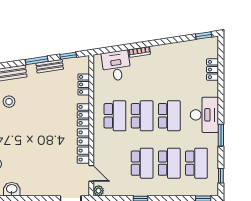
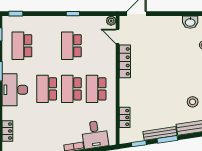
bench: (50, 66) -> (160, 133), width x1.36
locker: (83, 115) -> (125, 90), removed
school desk: (169, 163) -> (47, 46), removed

